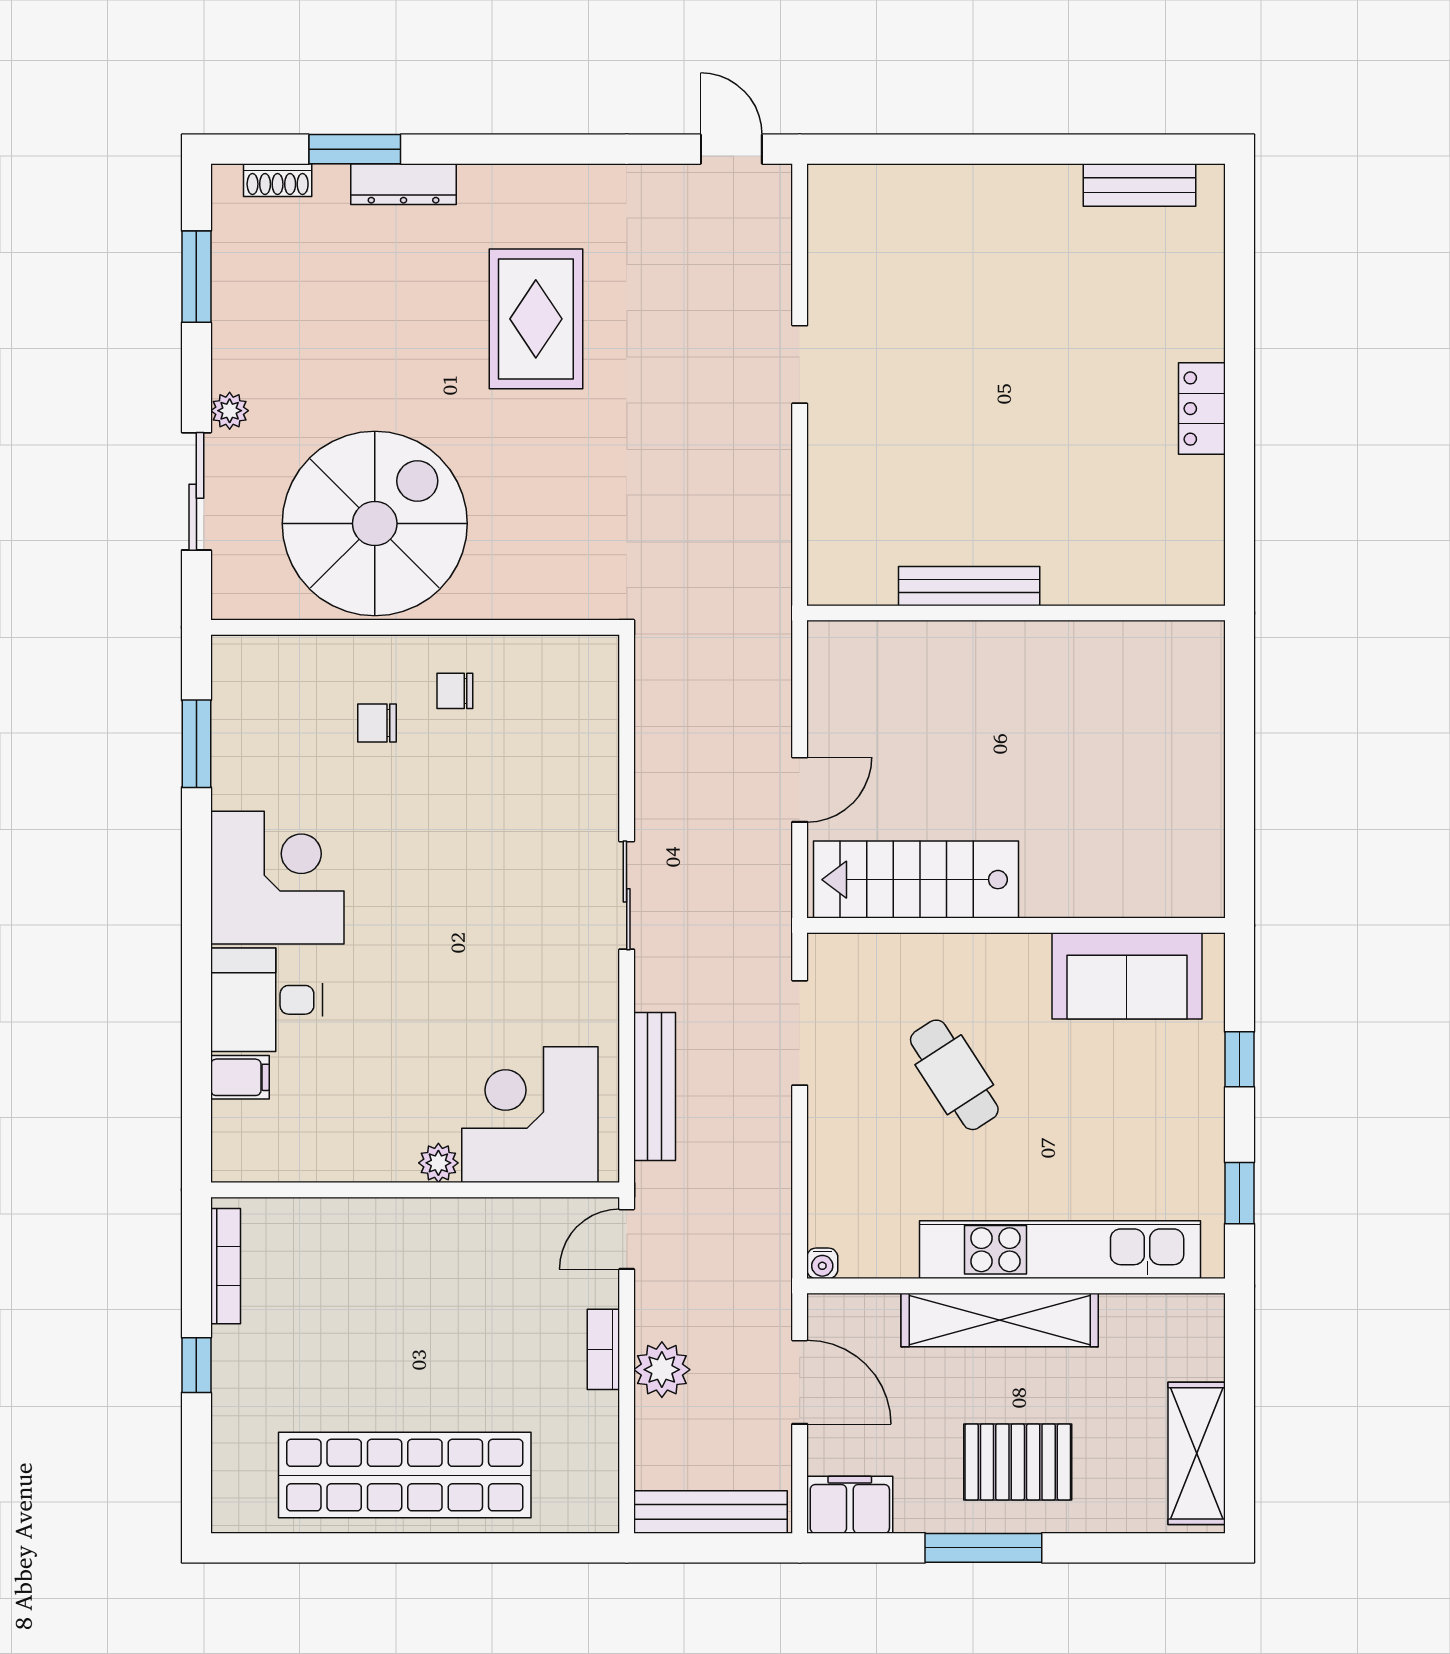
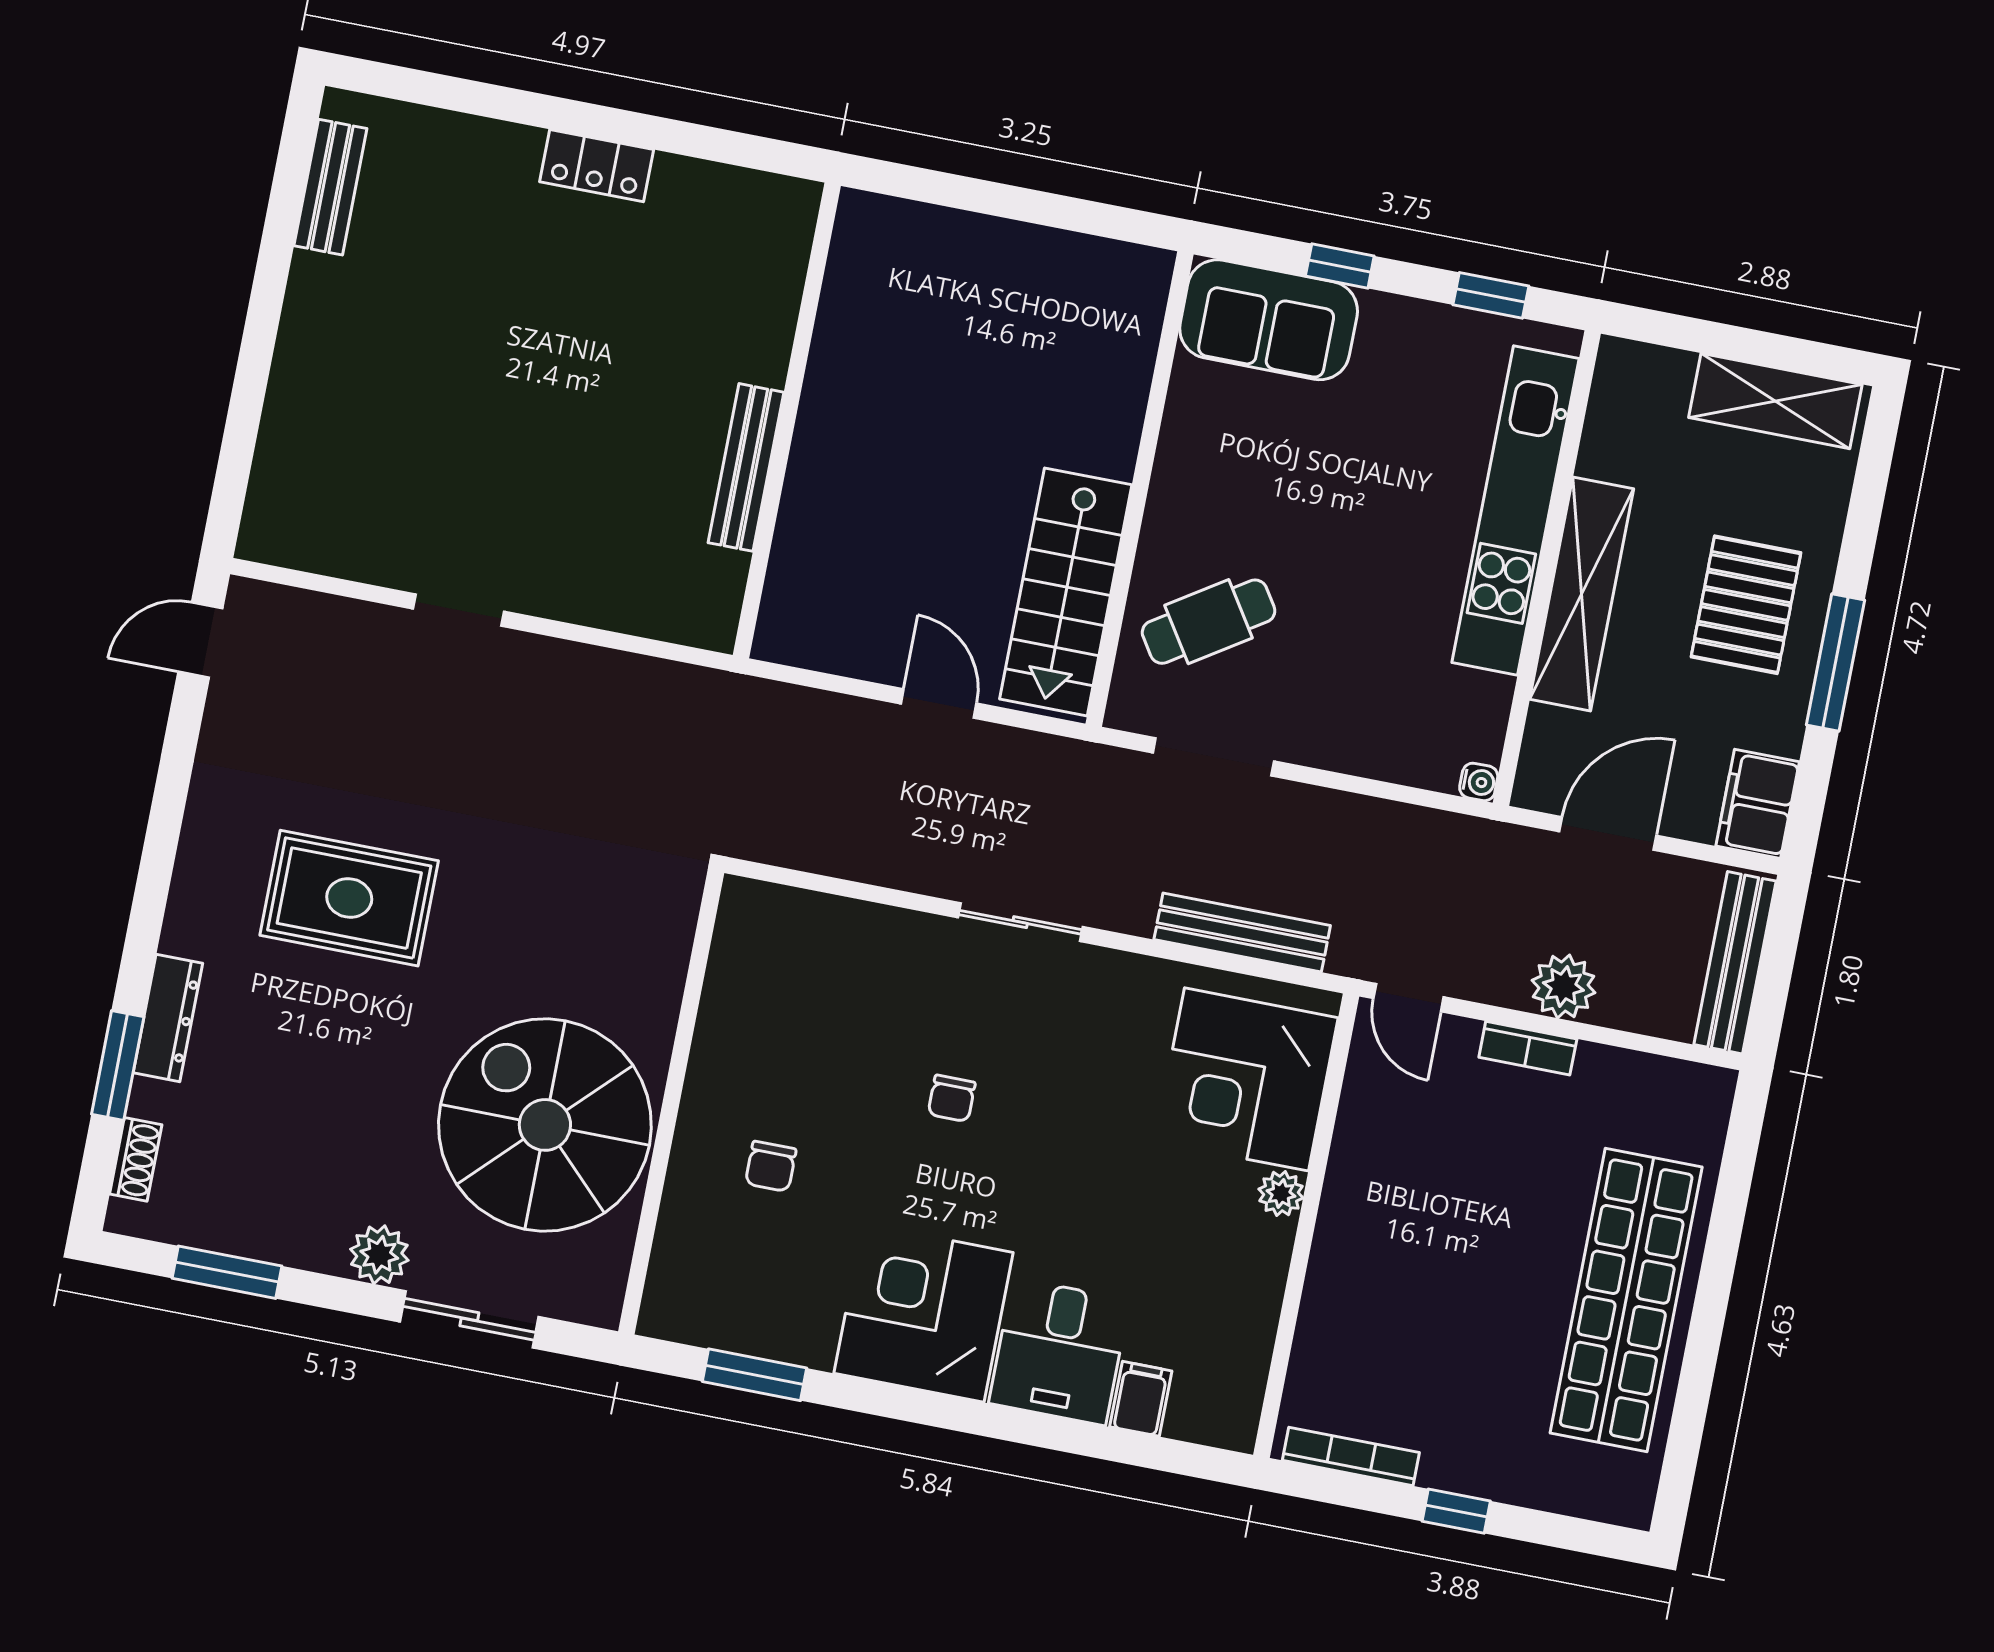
plant: (230, 411) -> (379, 1255), width x1.38, depth x1.38
chair: (455, 691) -> (952, 1098), moved
sofa: (1127, 976) -> (1269, 320), moved, turned 90
cafe table: (954, 1075) -> (1209, 622), moved

